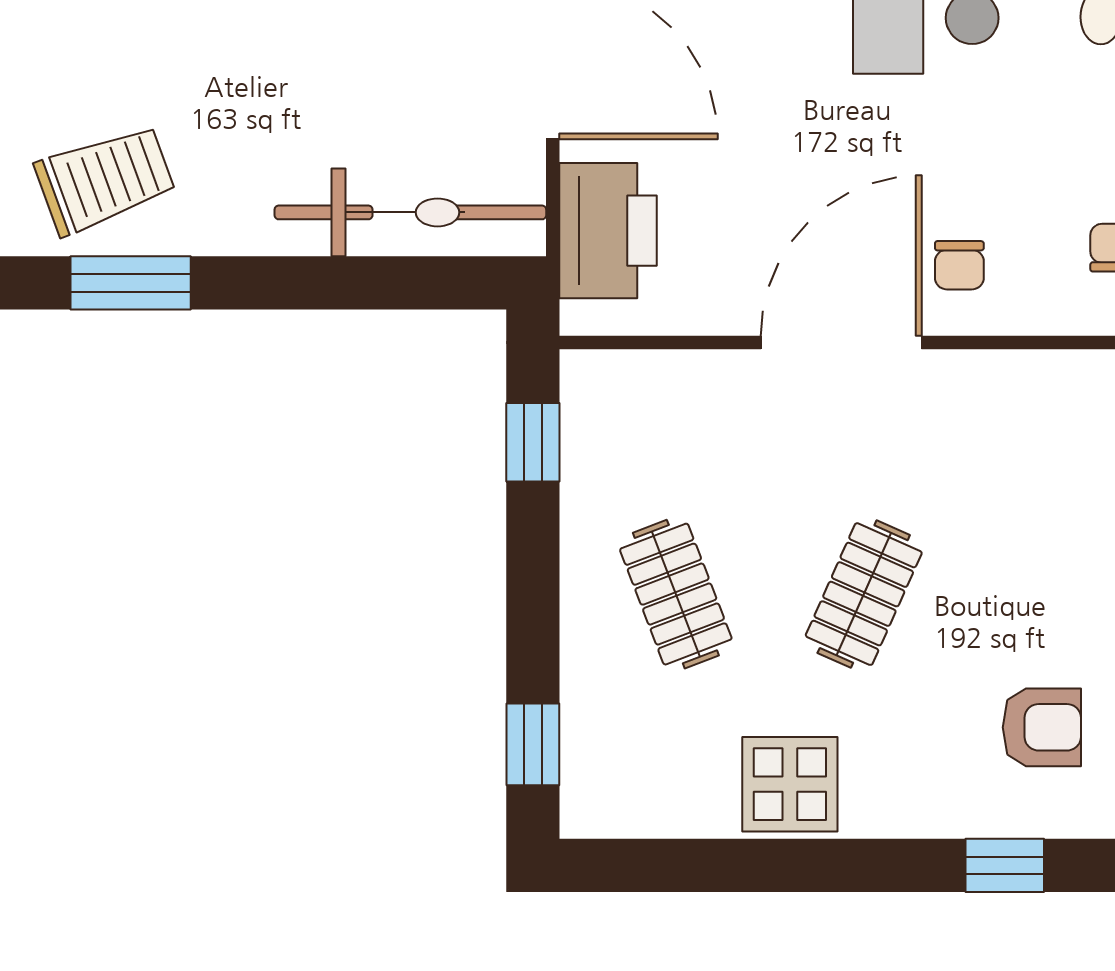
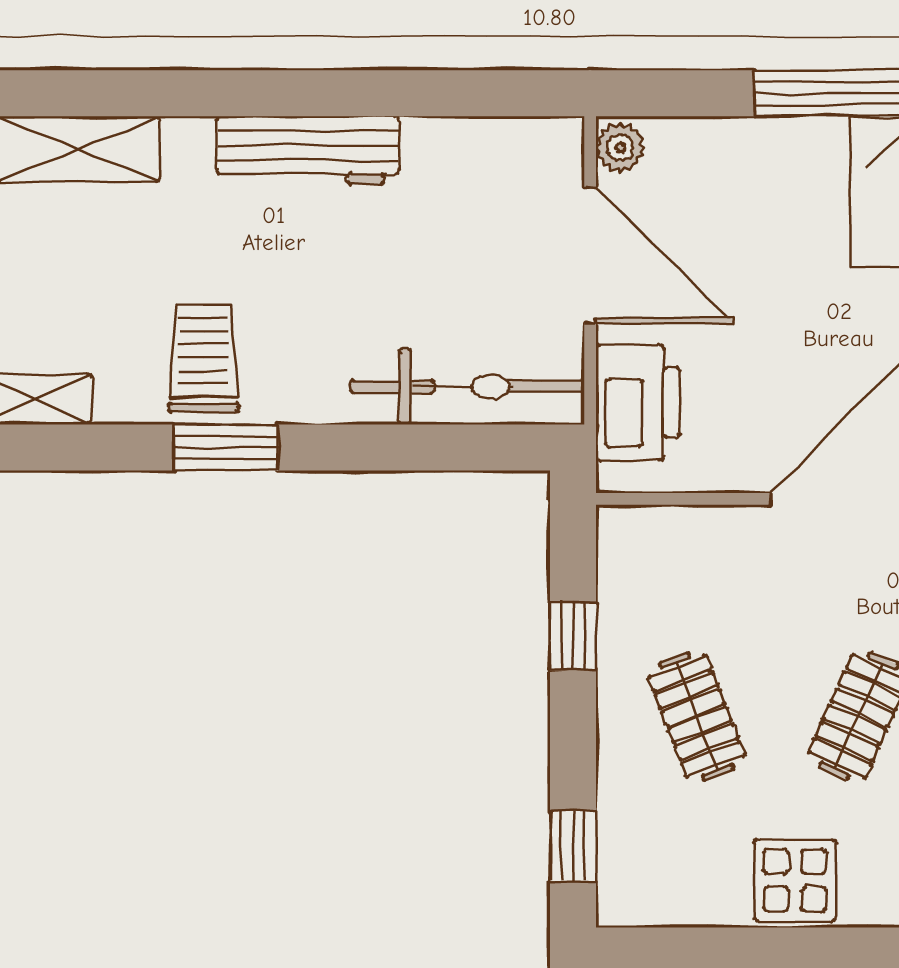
trolley: (105, 180) -> (204, 358), turned -70
window: (533, 442) -> (573, 636), moved

